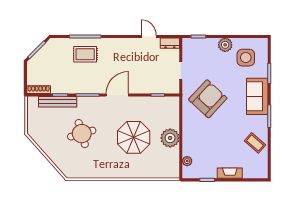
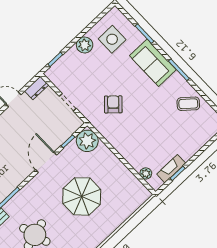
door: (117, 95) -> (46, 162), moved
armchair: (208, 99) -> (113, 104), width x0.53, depth x0.53
plant: (170, 138) -> (87, 141), moved
fireplace: (230, 173) -> (171, 169), moved

